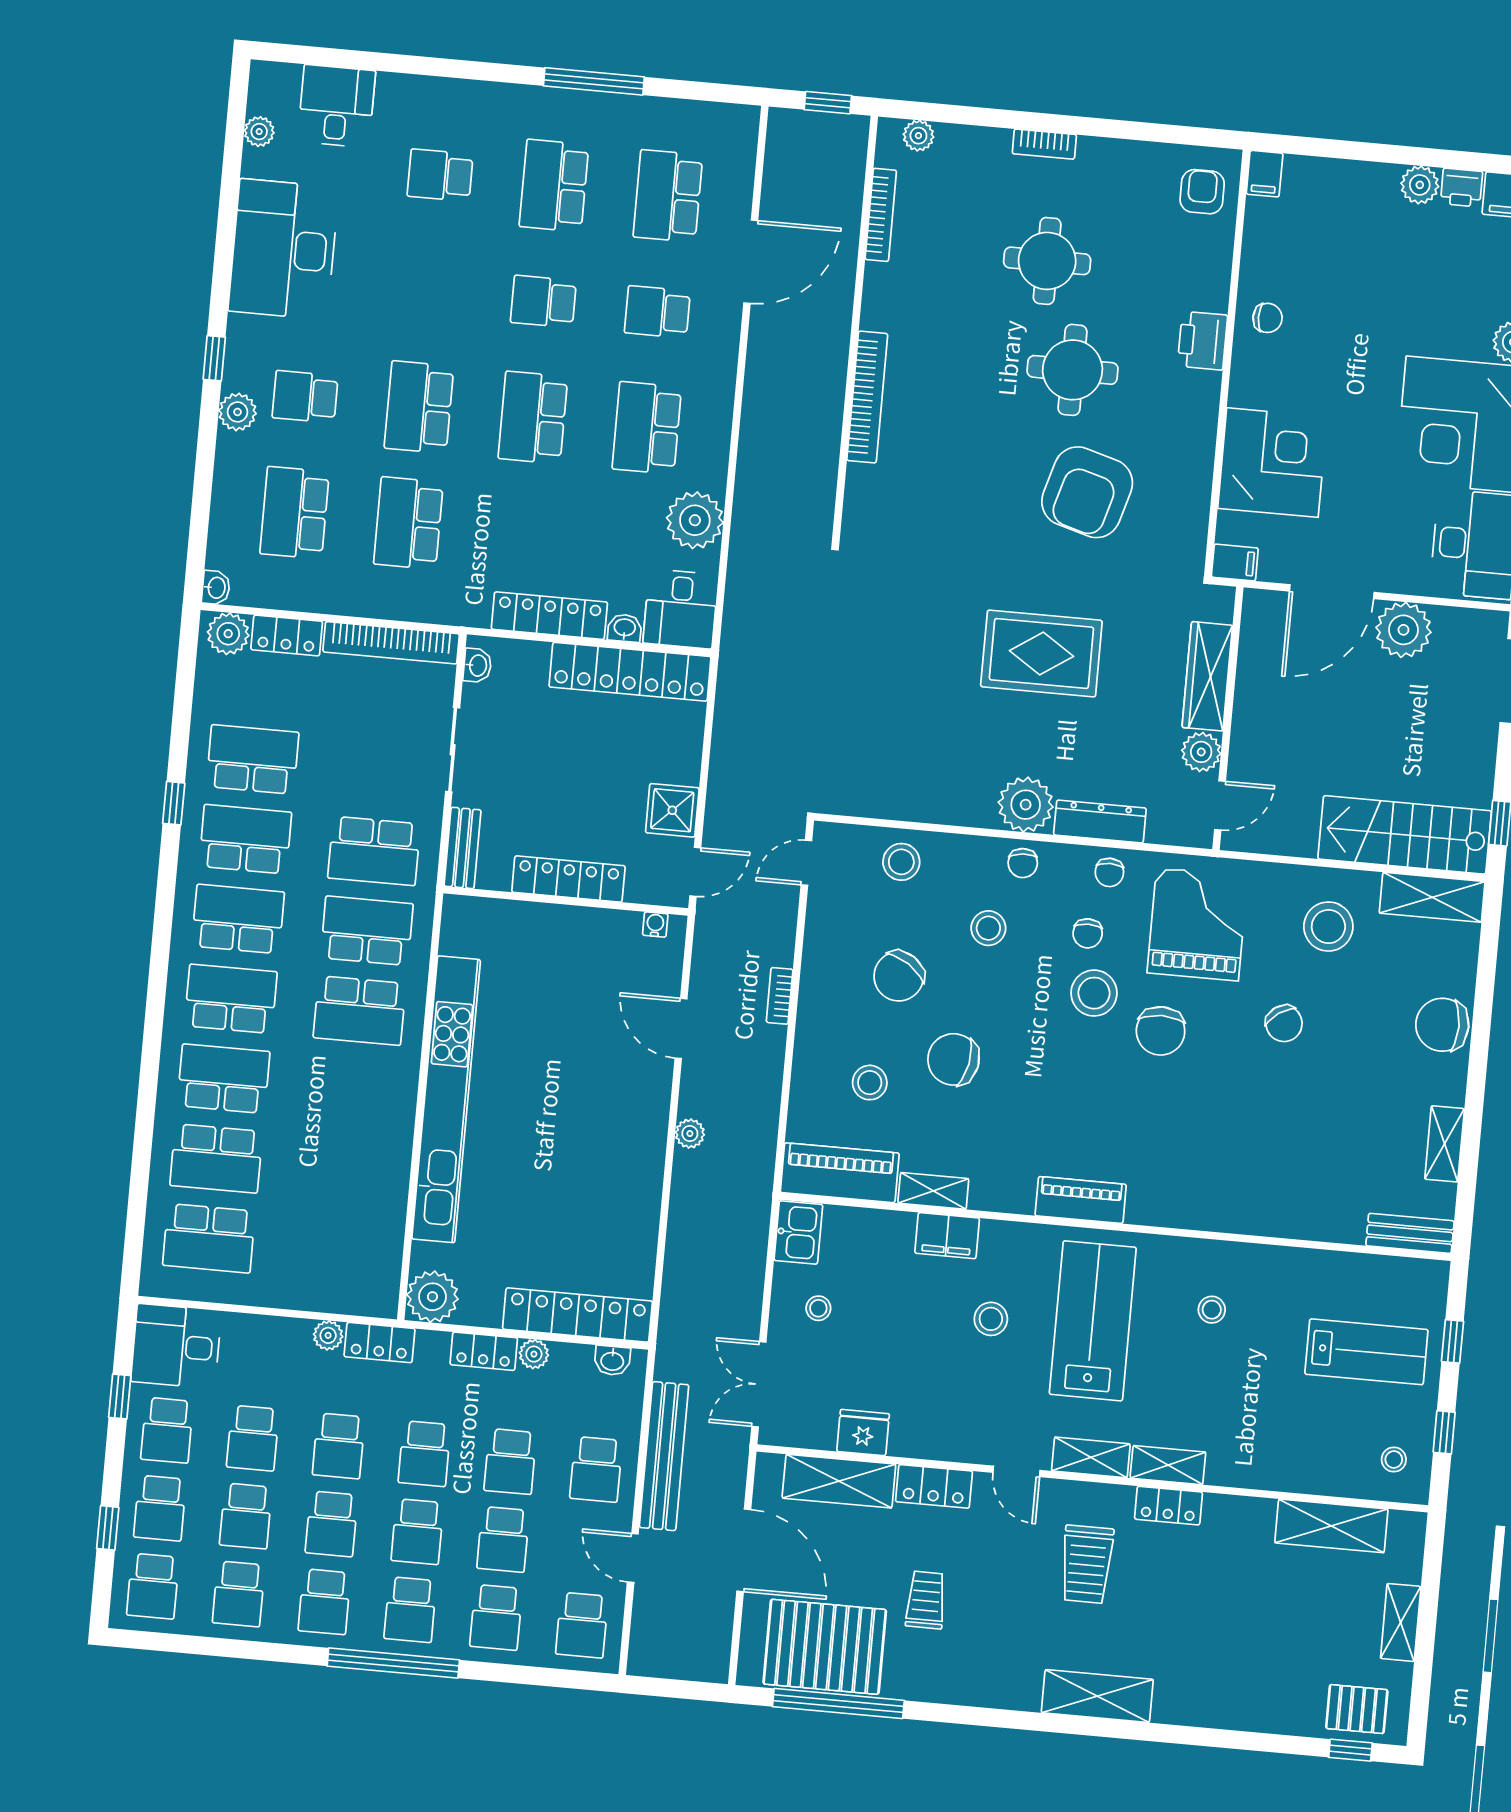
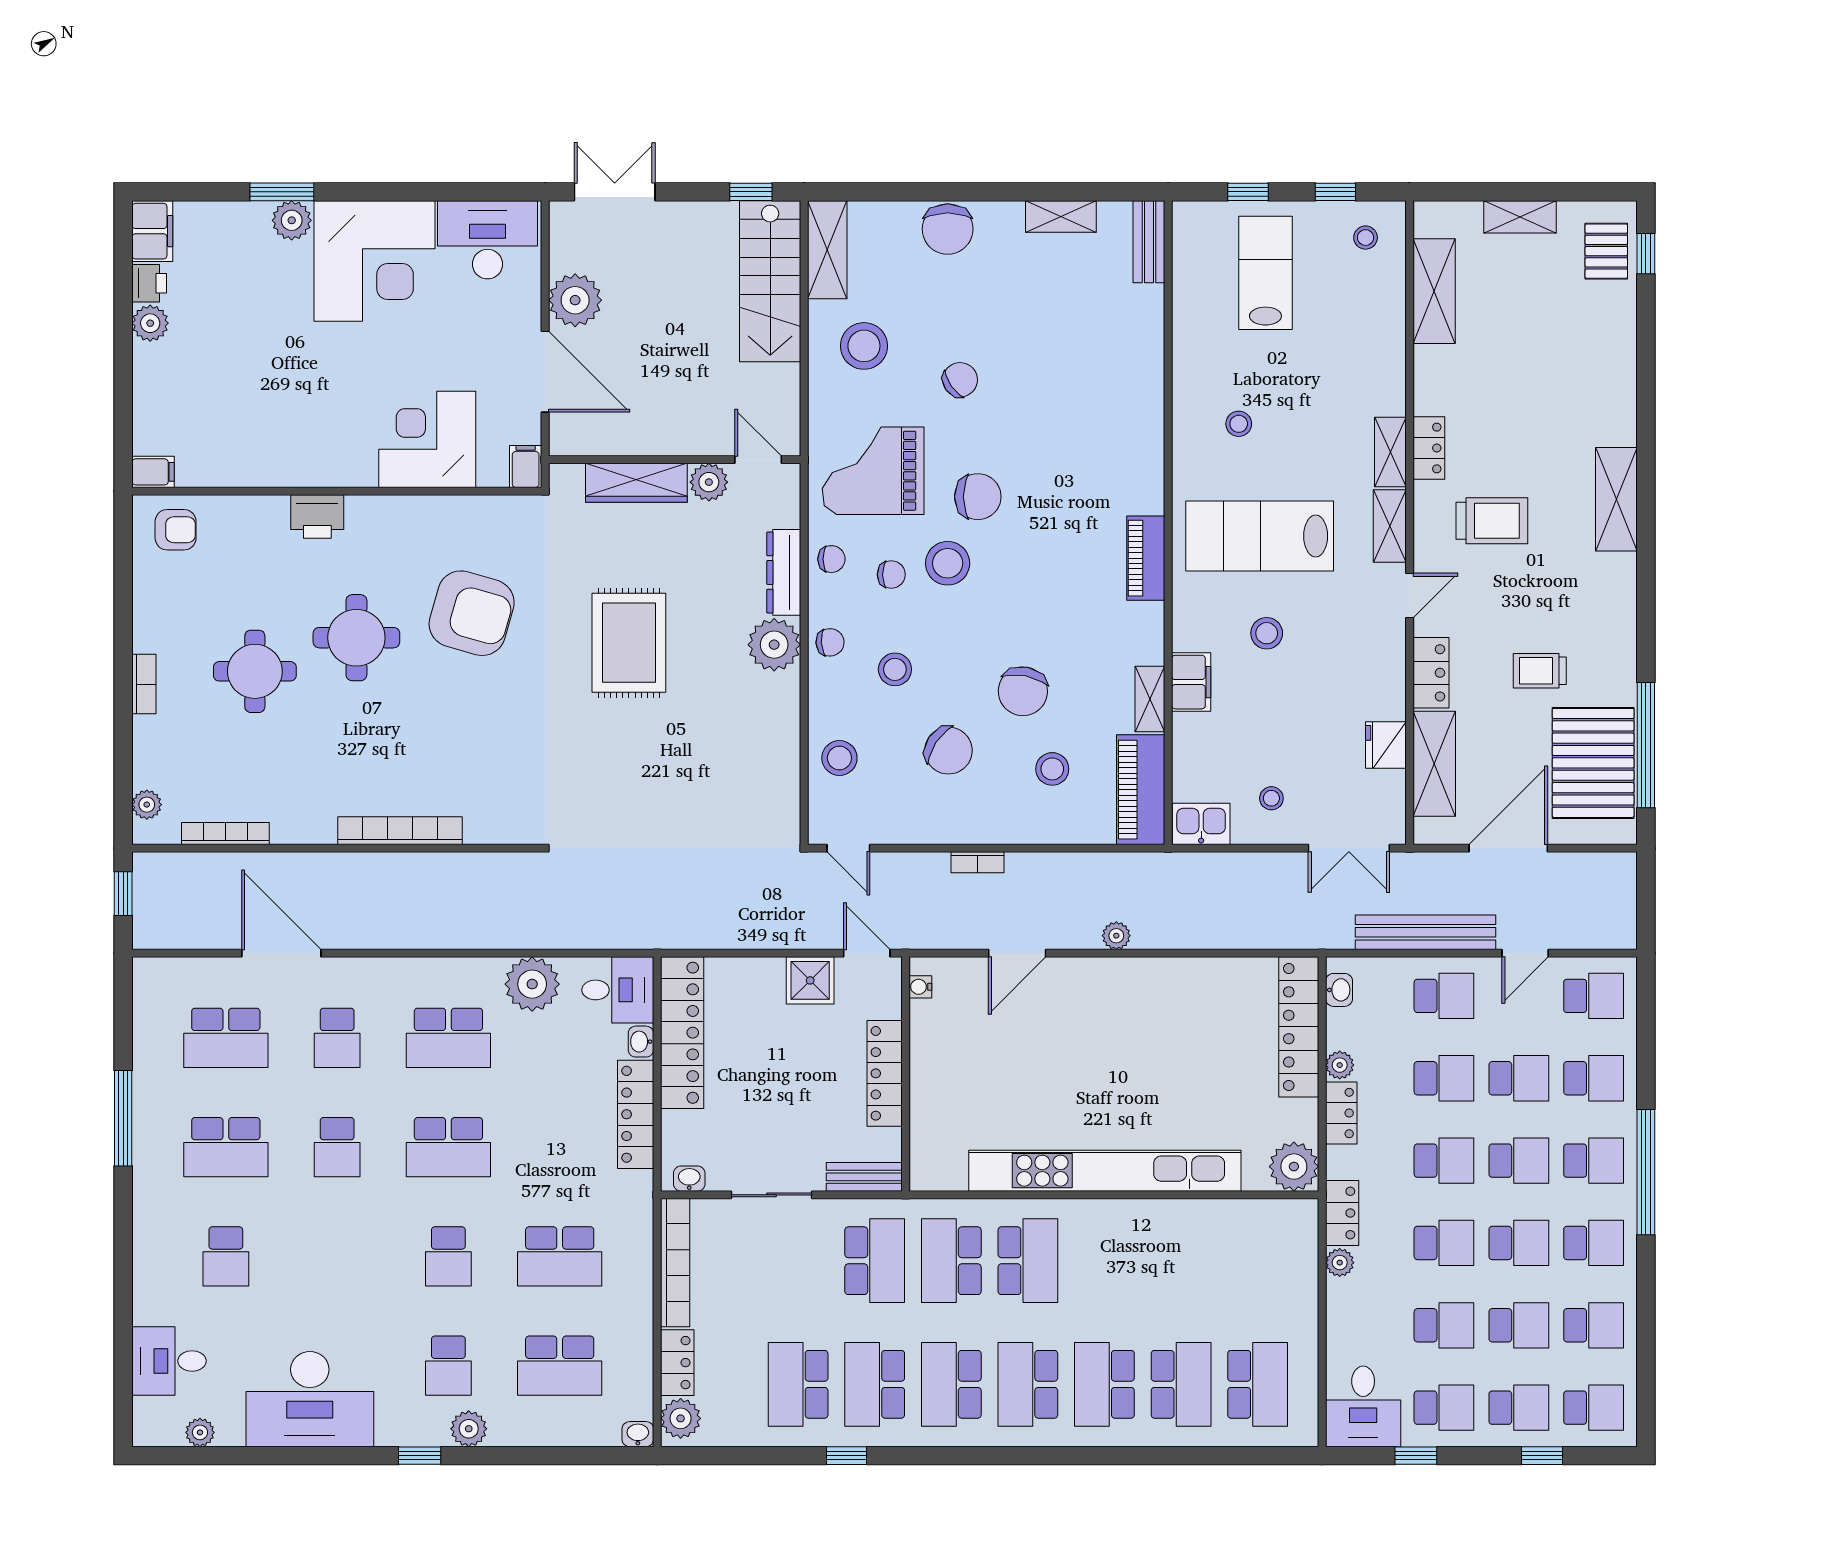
armchair: (1202, 192) -> (176, 530), turned 180
chair: (1268, 318) -> (290, 457), removed
school desk: (419, 407) -> (448, 1256), width x0.54

